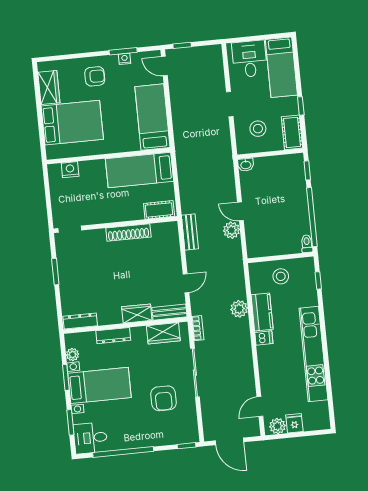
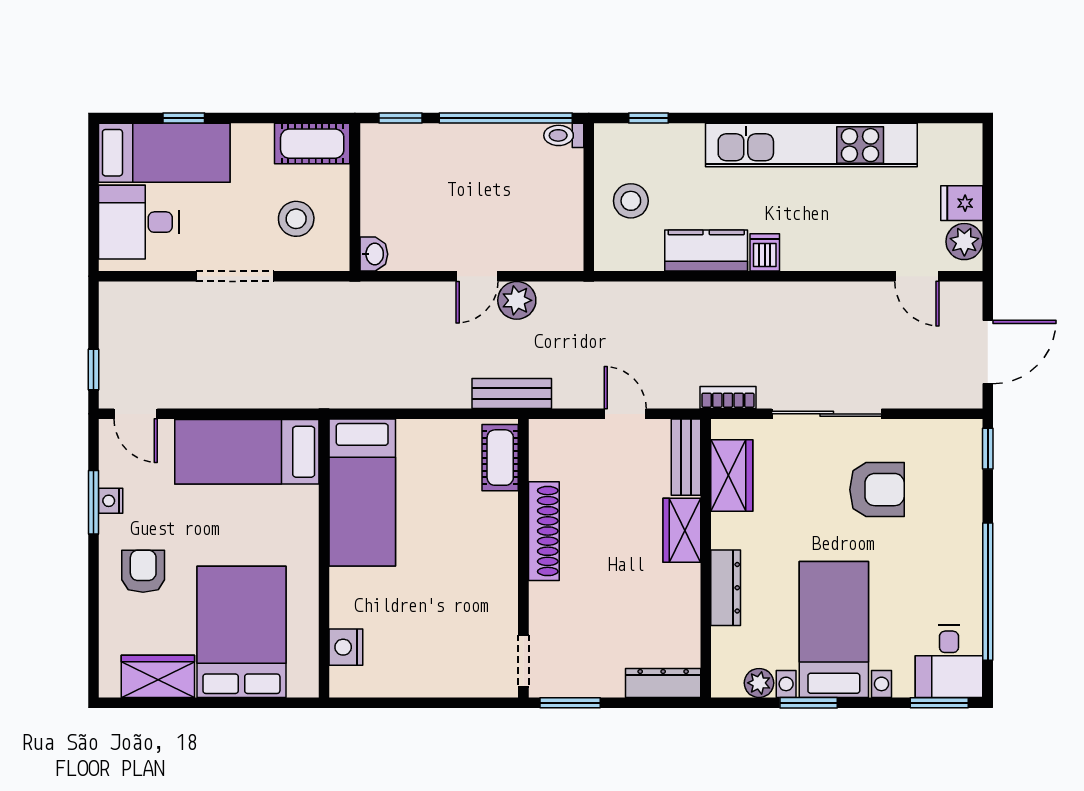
door: (164, 66) -> (136, 414), hinge flipped
doorway: (230, 104) -> (235, 276), width x1.38
window: (301, 106) -> (184, 118), moved
cot: (159, 210) -> (500, 458), moved
wall: (115, 225) -> (523, 558), moved
doorway: (70, 229) -> (523, 661), moved
shoe rack: (128, 233) -> (544, 531), moved
plant: (239, 309) -> (694, 301), removed
dresser: (80, 321) -> (663, 683), moved, turned 90
window: (70, 422) -> (939, 703), moved

